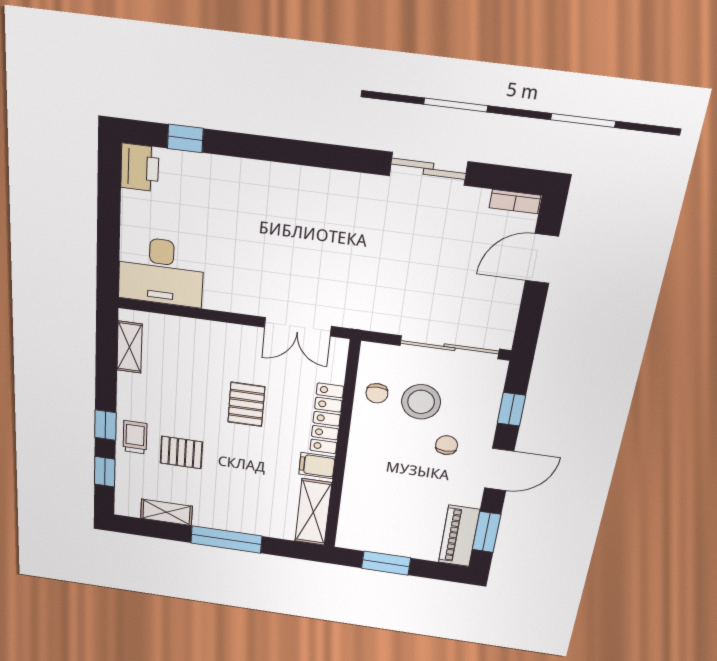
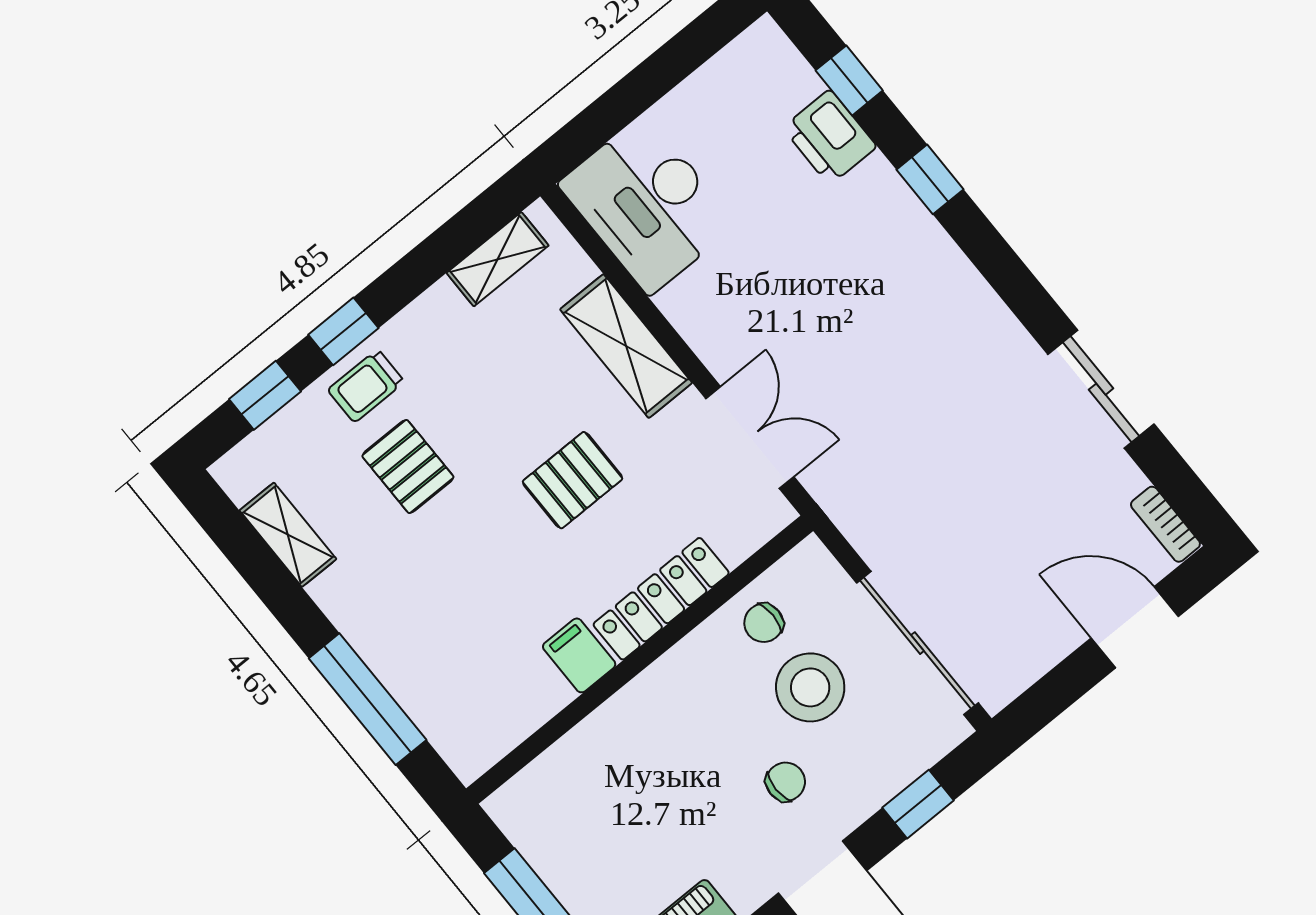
window: (263, 148) -> (930, 179), added
printer: (140, 168) -> (830, 137), moved, turned 90
double door: (298, 327) -> (750, 438), swing flipped
trolley: (135, 437) -> (366, 386), turned 180
shelving: (313, 512) -> (626, 346), moved, turned 90
window: (226, 540) -> (368, 699), moved

